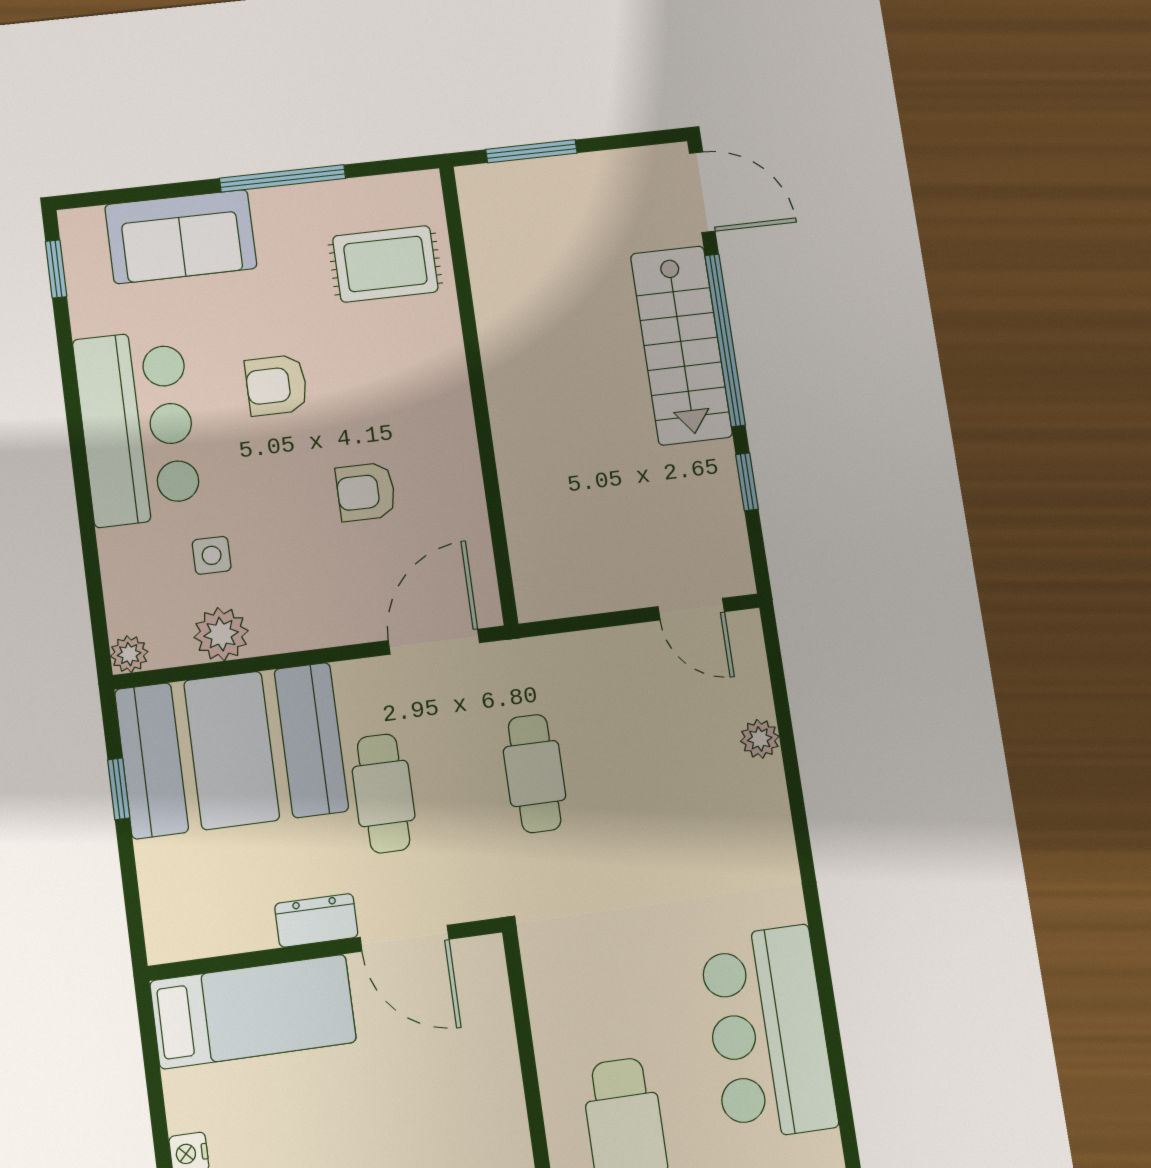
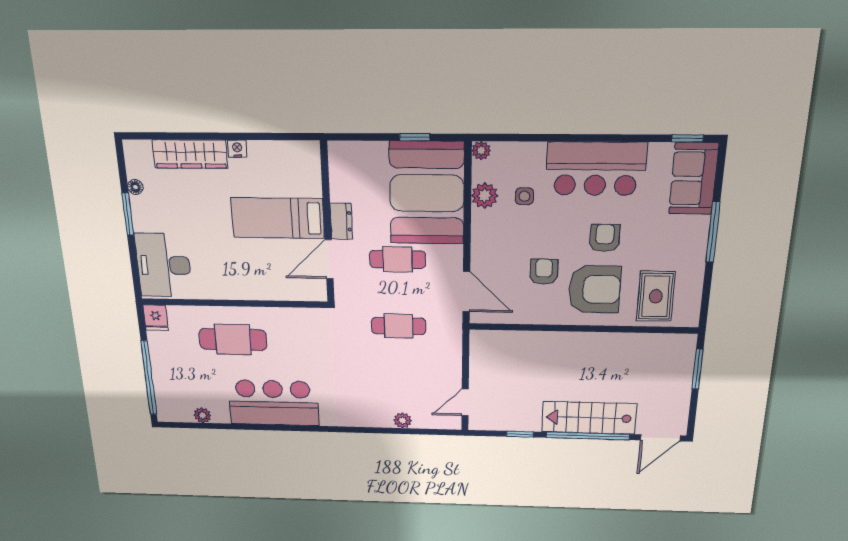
window: (283, 178) -> (713, 232), moved
sofa: (181, 237) -> (694, 179), moved
armchair: (389, 386) -> (594, 289), added
bed: (253, 1012) -> (278, 218), moved, turned 90

